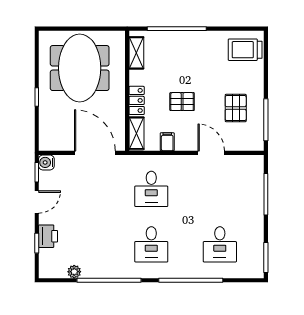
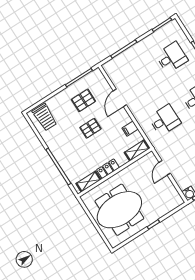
locker: (137, 100) -> (108, 169), moved
pallet: (182, 102) -> (90, 128), moved, turned 90
door: (95, 153) -> (165, 168), width x0.53

